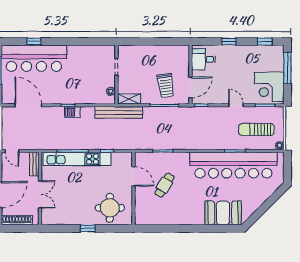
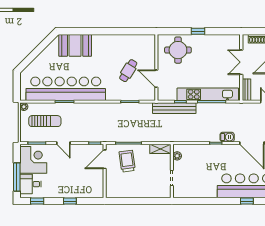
desk: (203, 59) -> (31, 184), moved, turned 180
barbecue: (72, 112) -> (227, 137), moved
bench: (119, 112) -> (174, 108), moved

